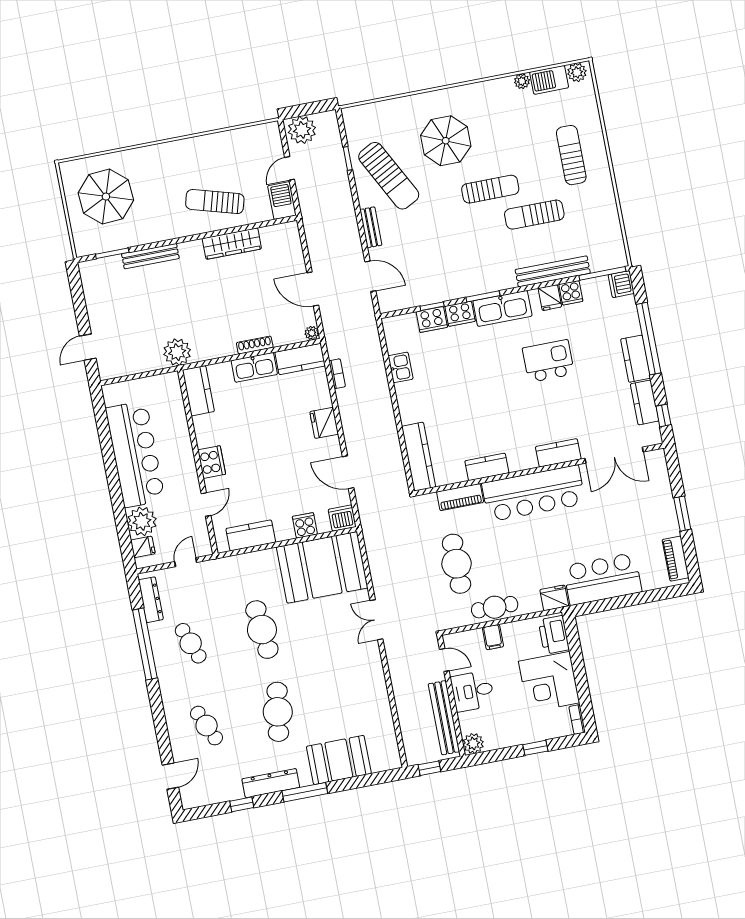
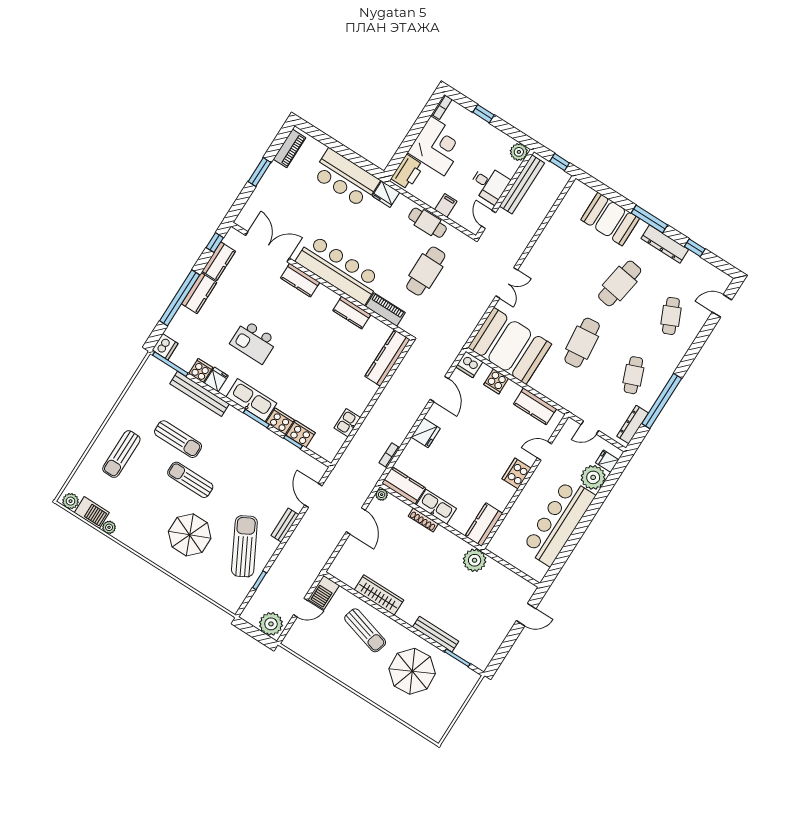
parasol: (106, 197) -> (412, 671), moved

